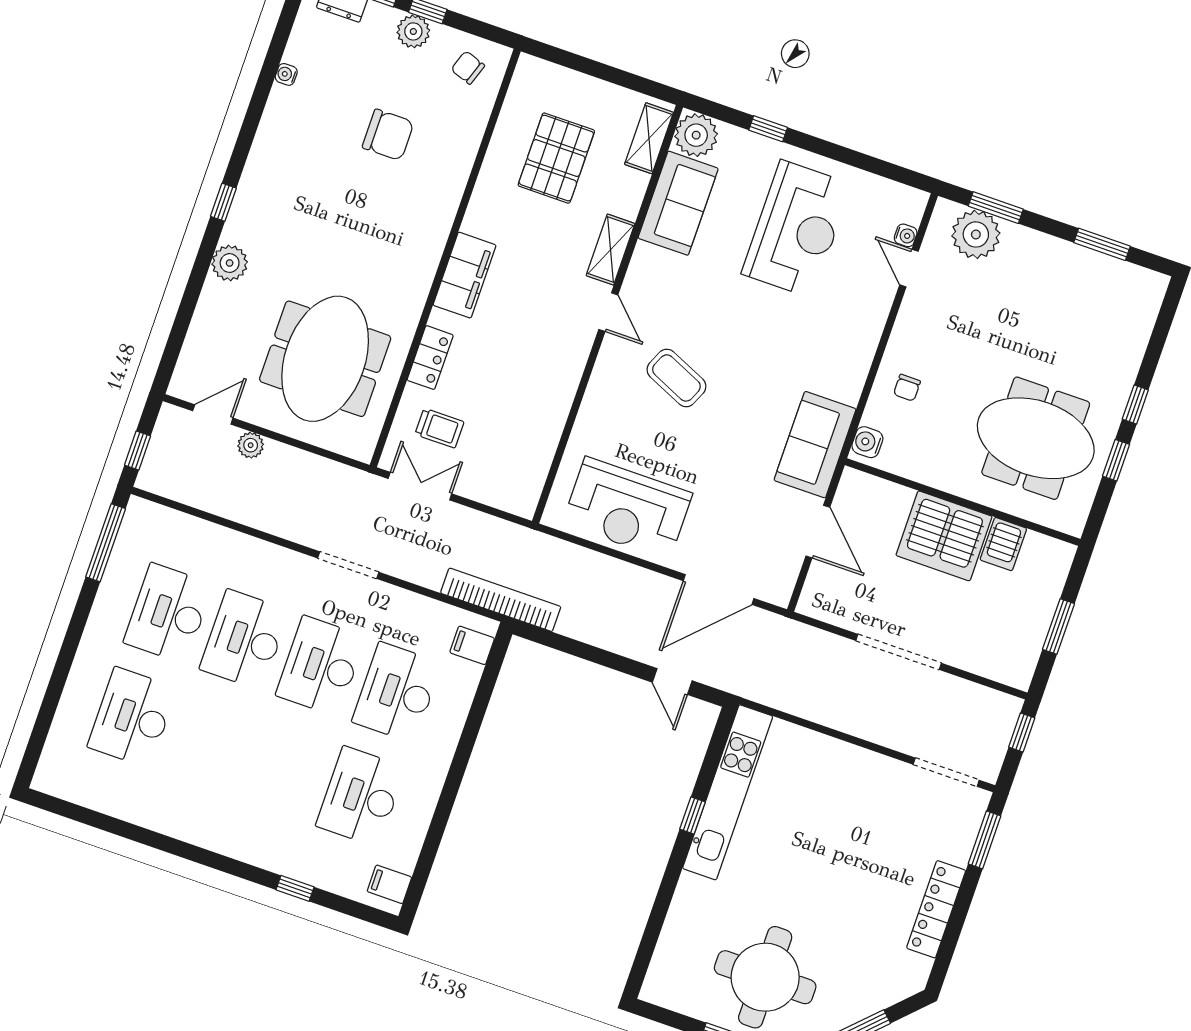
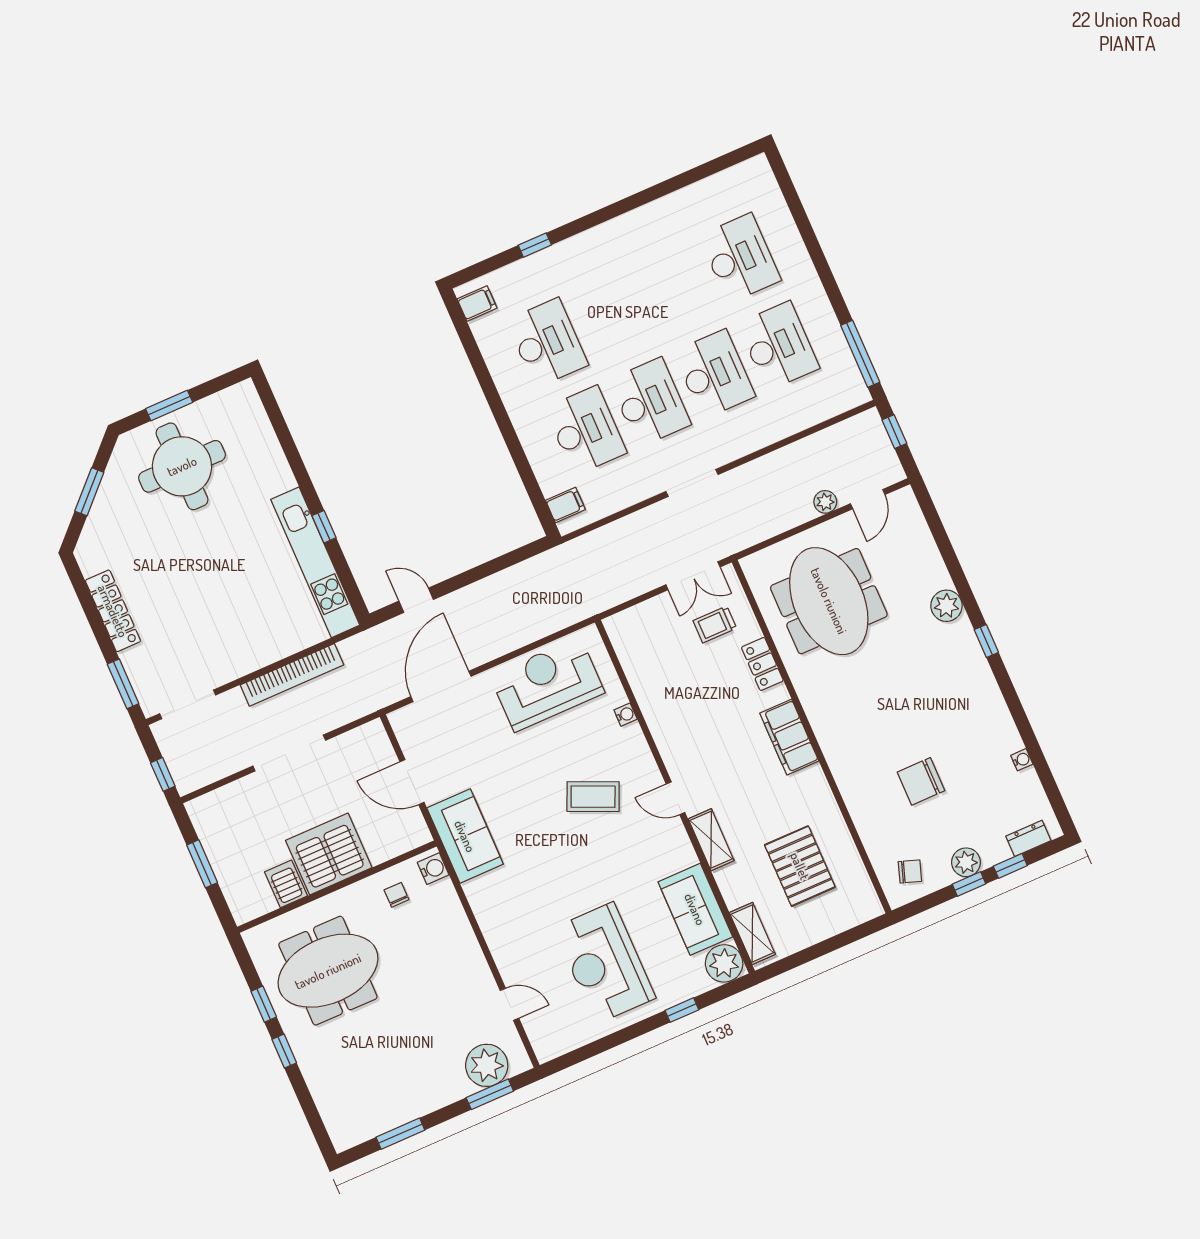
water cooler: (906, 235) -> (626, 715), moved, turned 180
chair: (907, 388) -> (397, 895), moved
bookcase: (501, 600) -> (292, 675), moved

